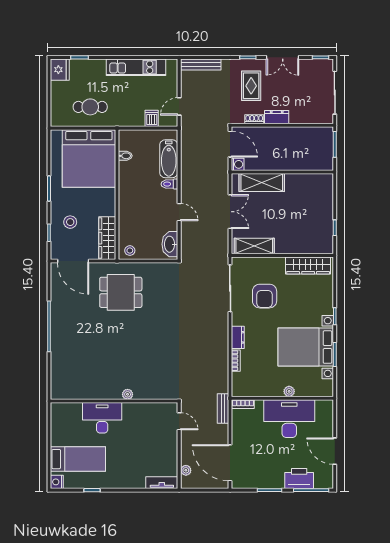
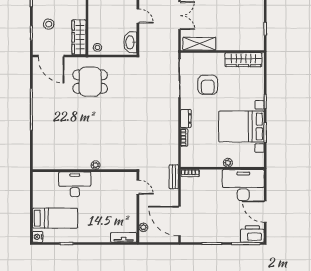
desk: (289, 419) -> (243, 185), moved
printer: (299, 478) -> (252, 234), moved

